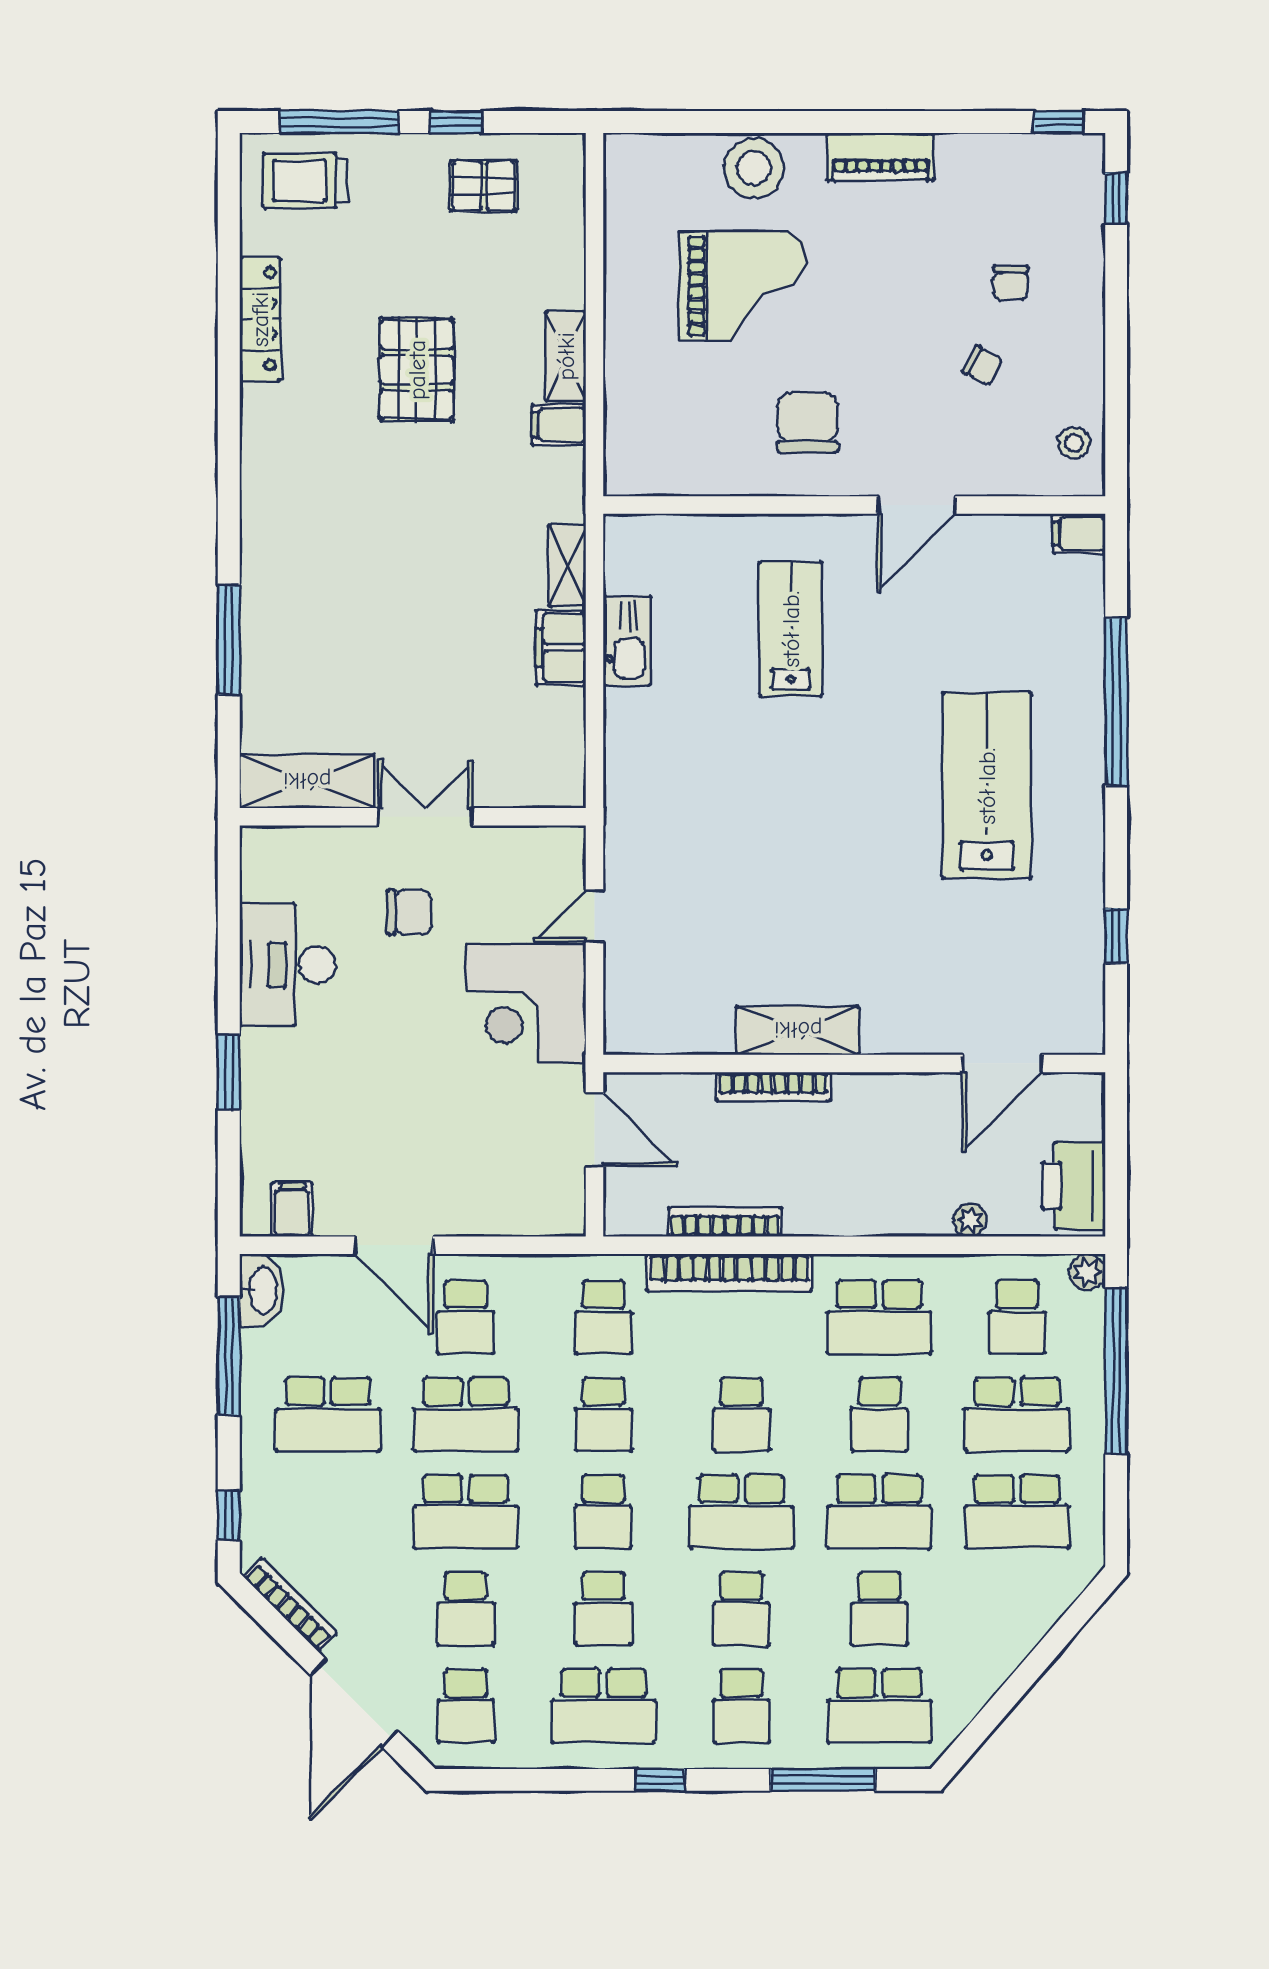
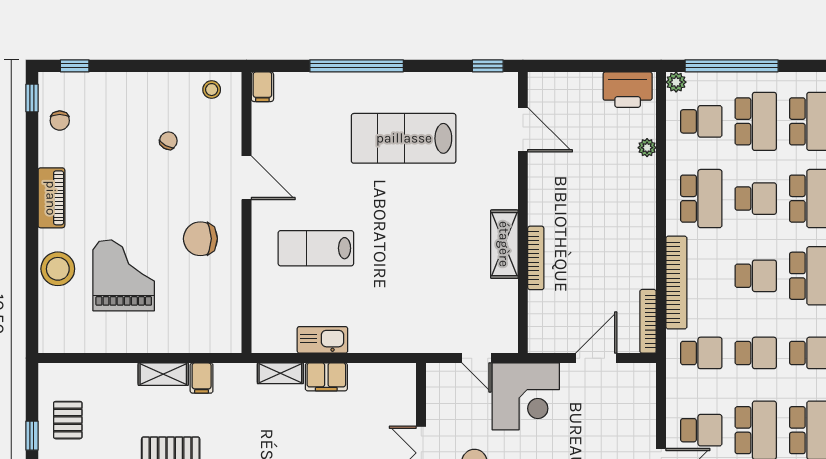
chair: (1011, 283) -> (60, 121), moved, turned 90
shelving: (798, 1030) -> (504, 244), moved
wall: (854, 1063) -> (523, 213), moved
door: (1002, 1063) -> (523, 130), moved
bookcase: (773, 1087) -> (536, 258), moved
bookcase: (725, 1222) -> (648, 321), moved

